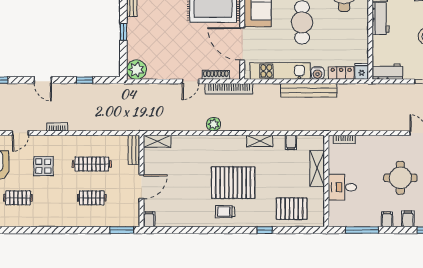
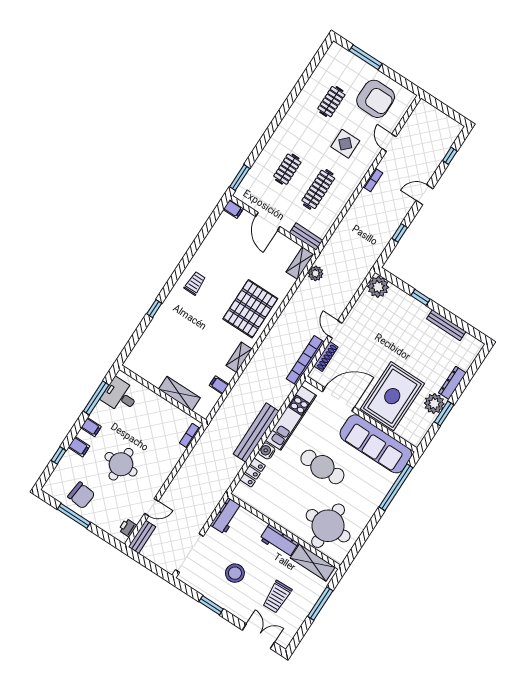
fridge: (362, 71) -> (242, 492), removed
plant: (214, 124) -> (316, 273), moved
pallet: (233, 183) -> (250, 309), moved
desk: (342, 187) -> (120, 396), moved, turned -90
pallet: (292, 209) -> (158, 346), removed

